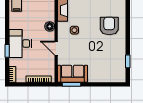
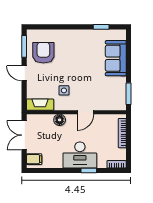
armchair: (109, 26) -> (43, 53), moved, turned 90
sofa: (73, 74) -> (116, 58), moved

